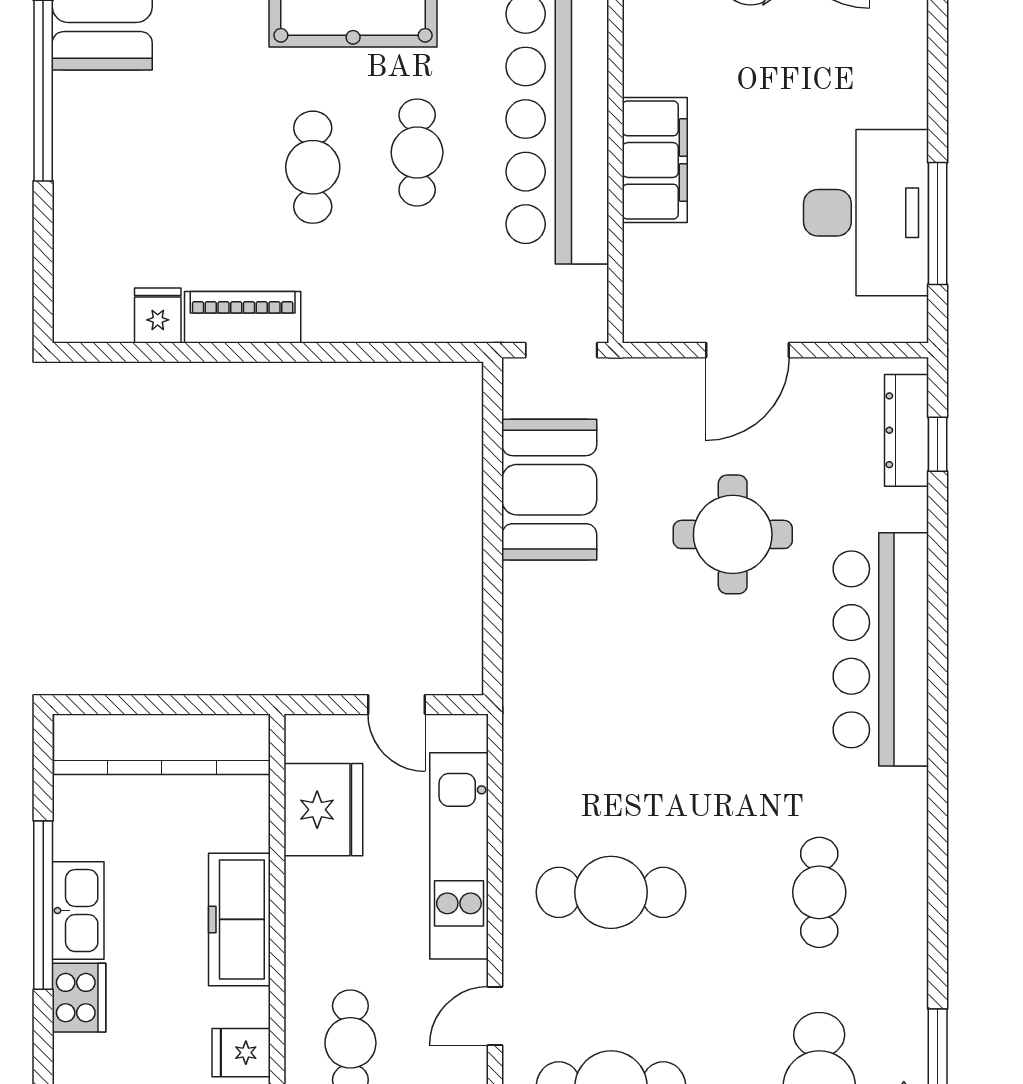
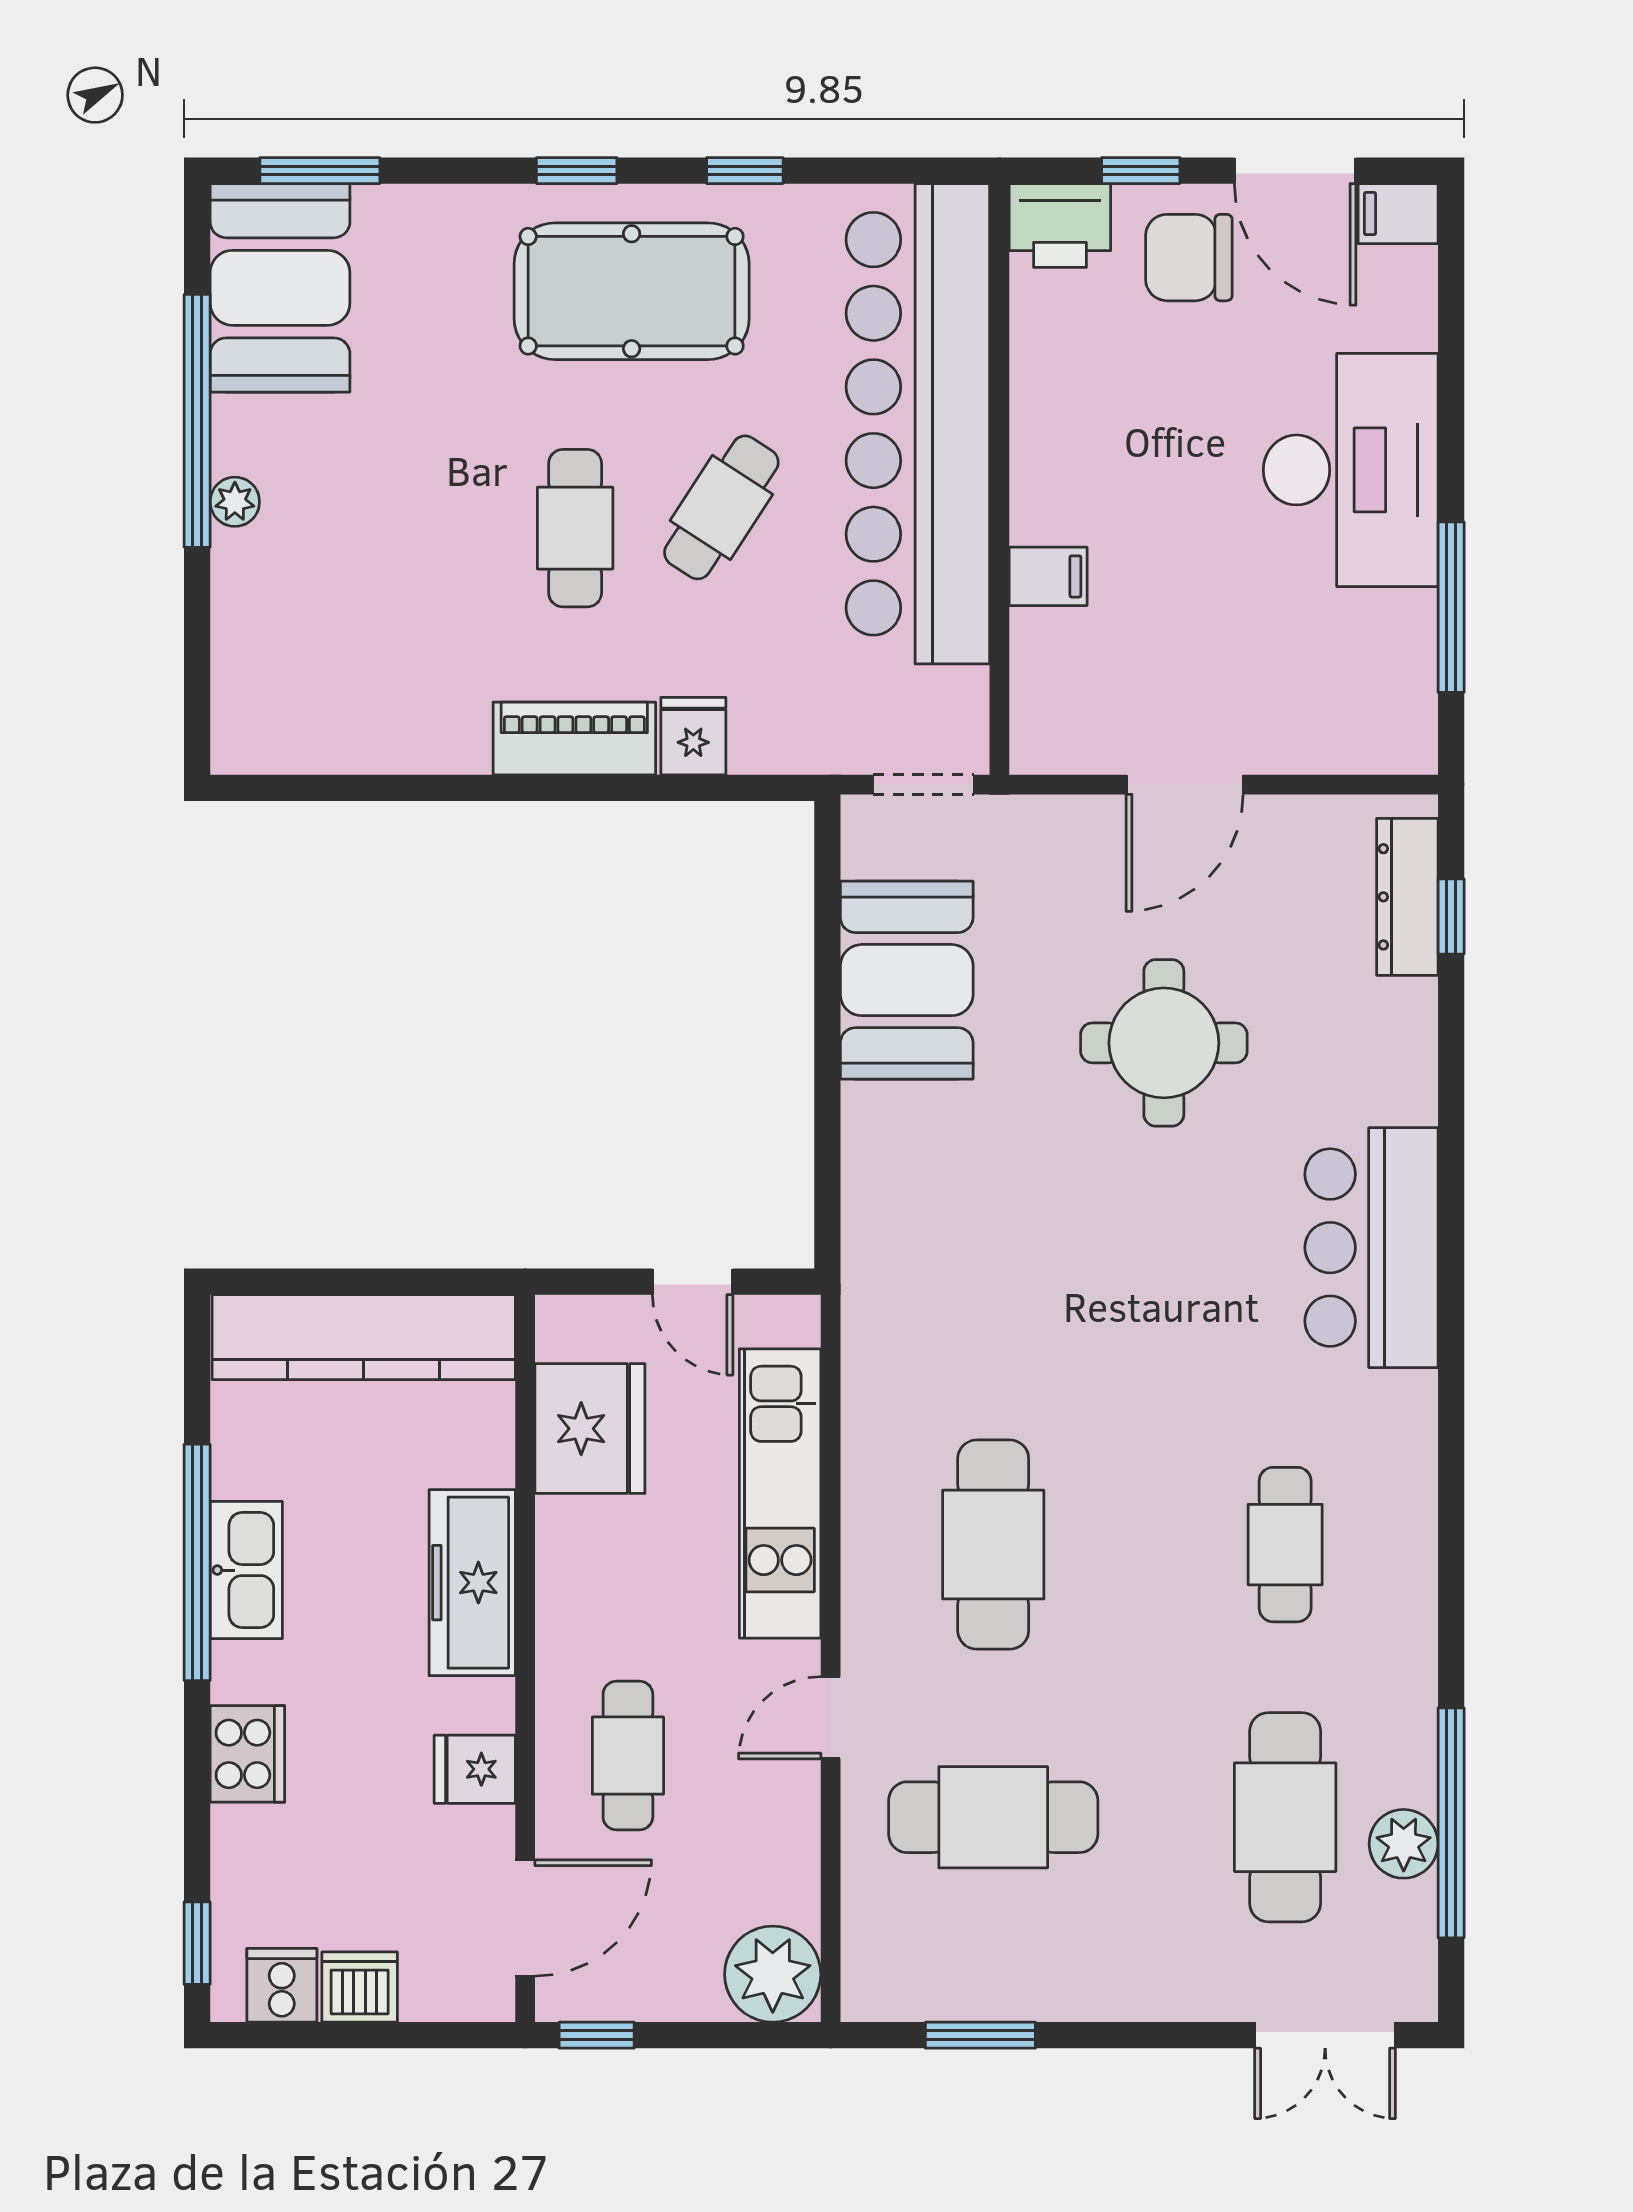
plant: (70, 148) -> (235, 502), added
cafe table: (417, 152) -> (721, 507), turned 33
filing cabinet: (655, 160) -> (1048, 576), width x0.33, depth x0.86
desk: (866, 213) -> (1351, 470), moved
fridge: (158, 316) -> (693, 736), moved
piano: (243, 317) -> (574, 738), moved
bar counter: (881, 649) -> (1371, 1248), width x0.73
cafe table: (611, 892) -> (993, 1545), turned 90
cooker: (79, 998) -> (247, 1754), moved

